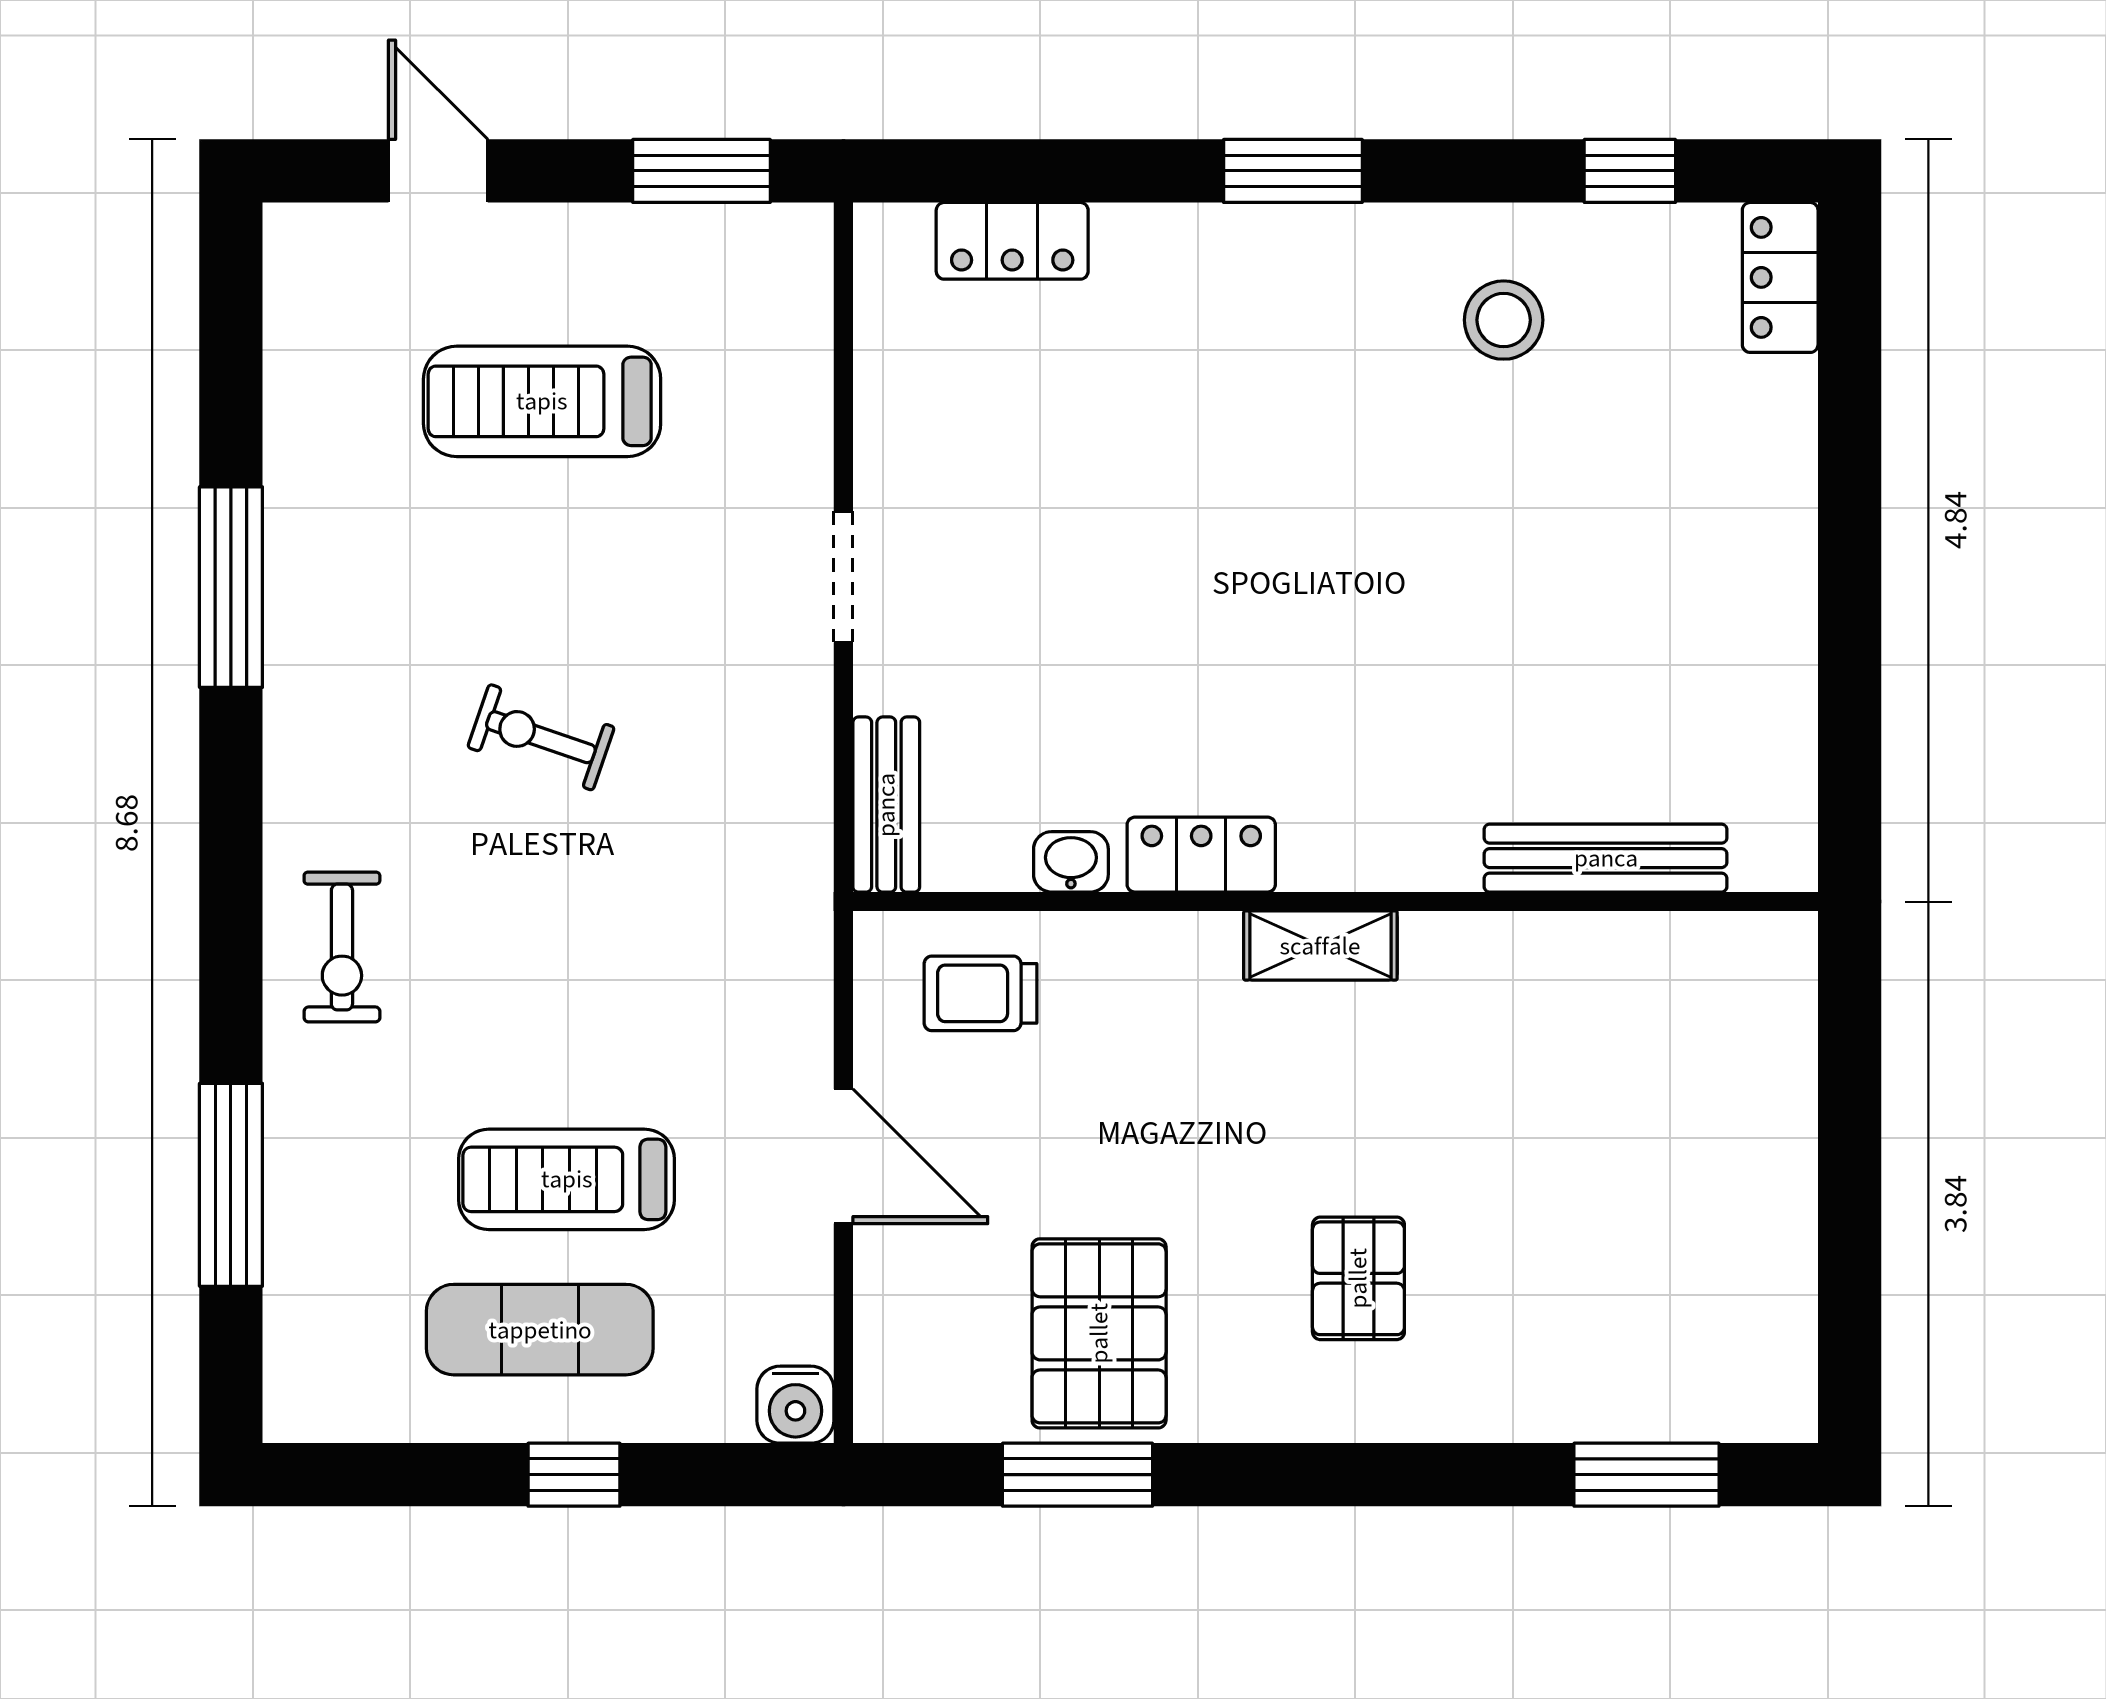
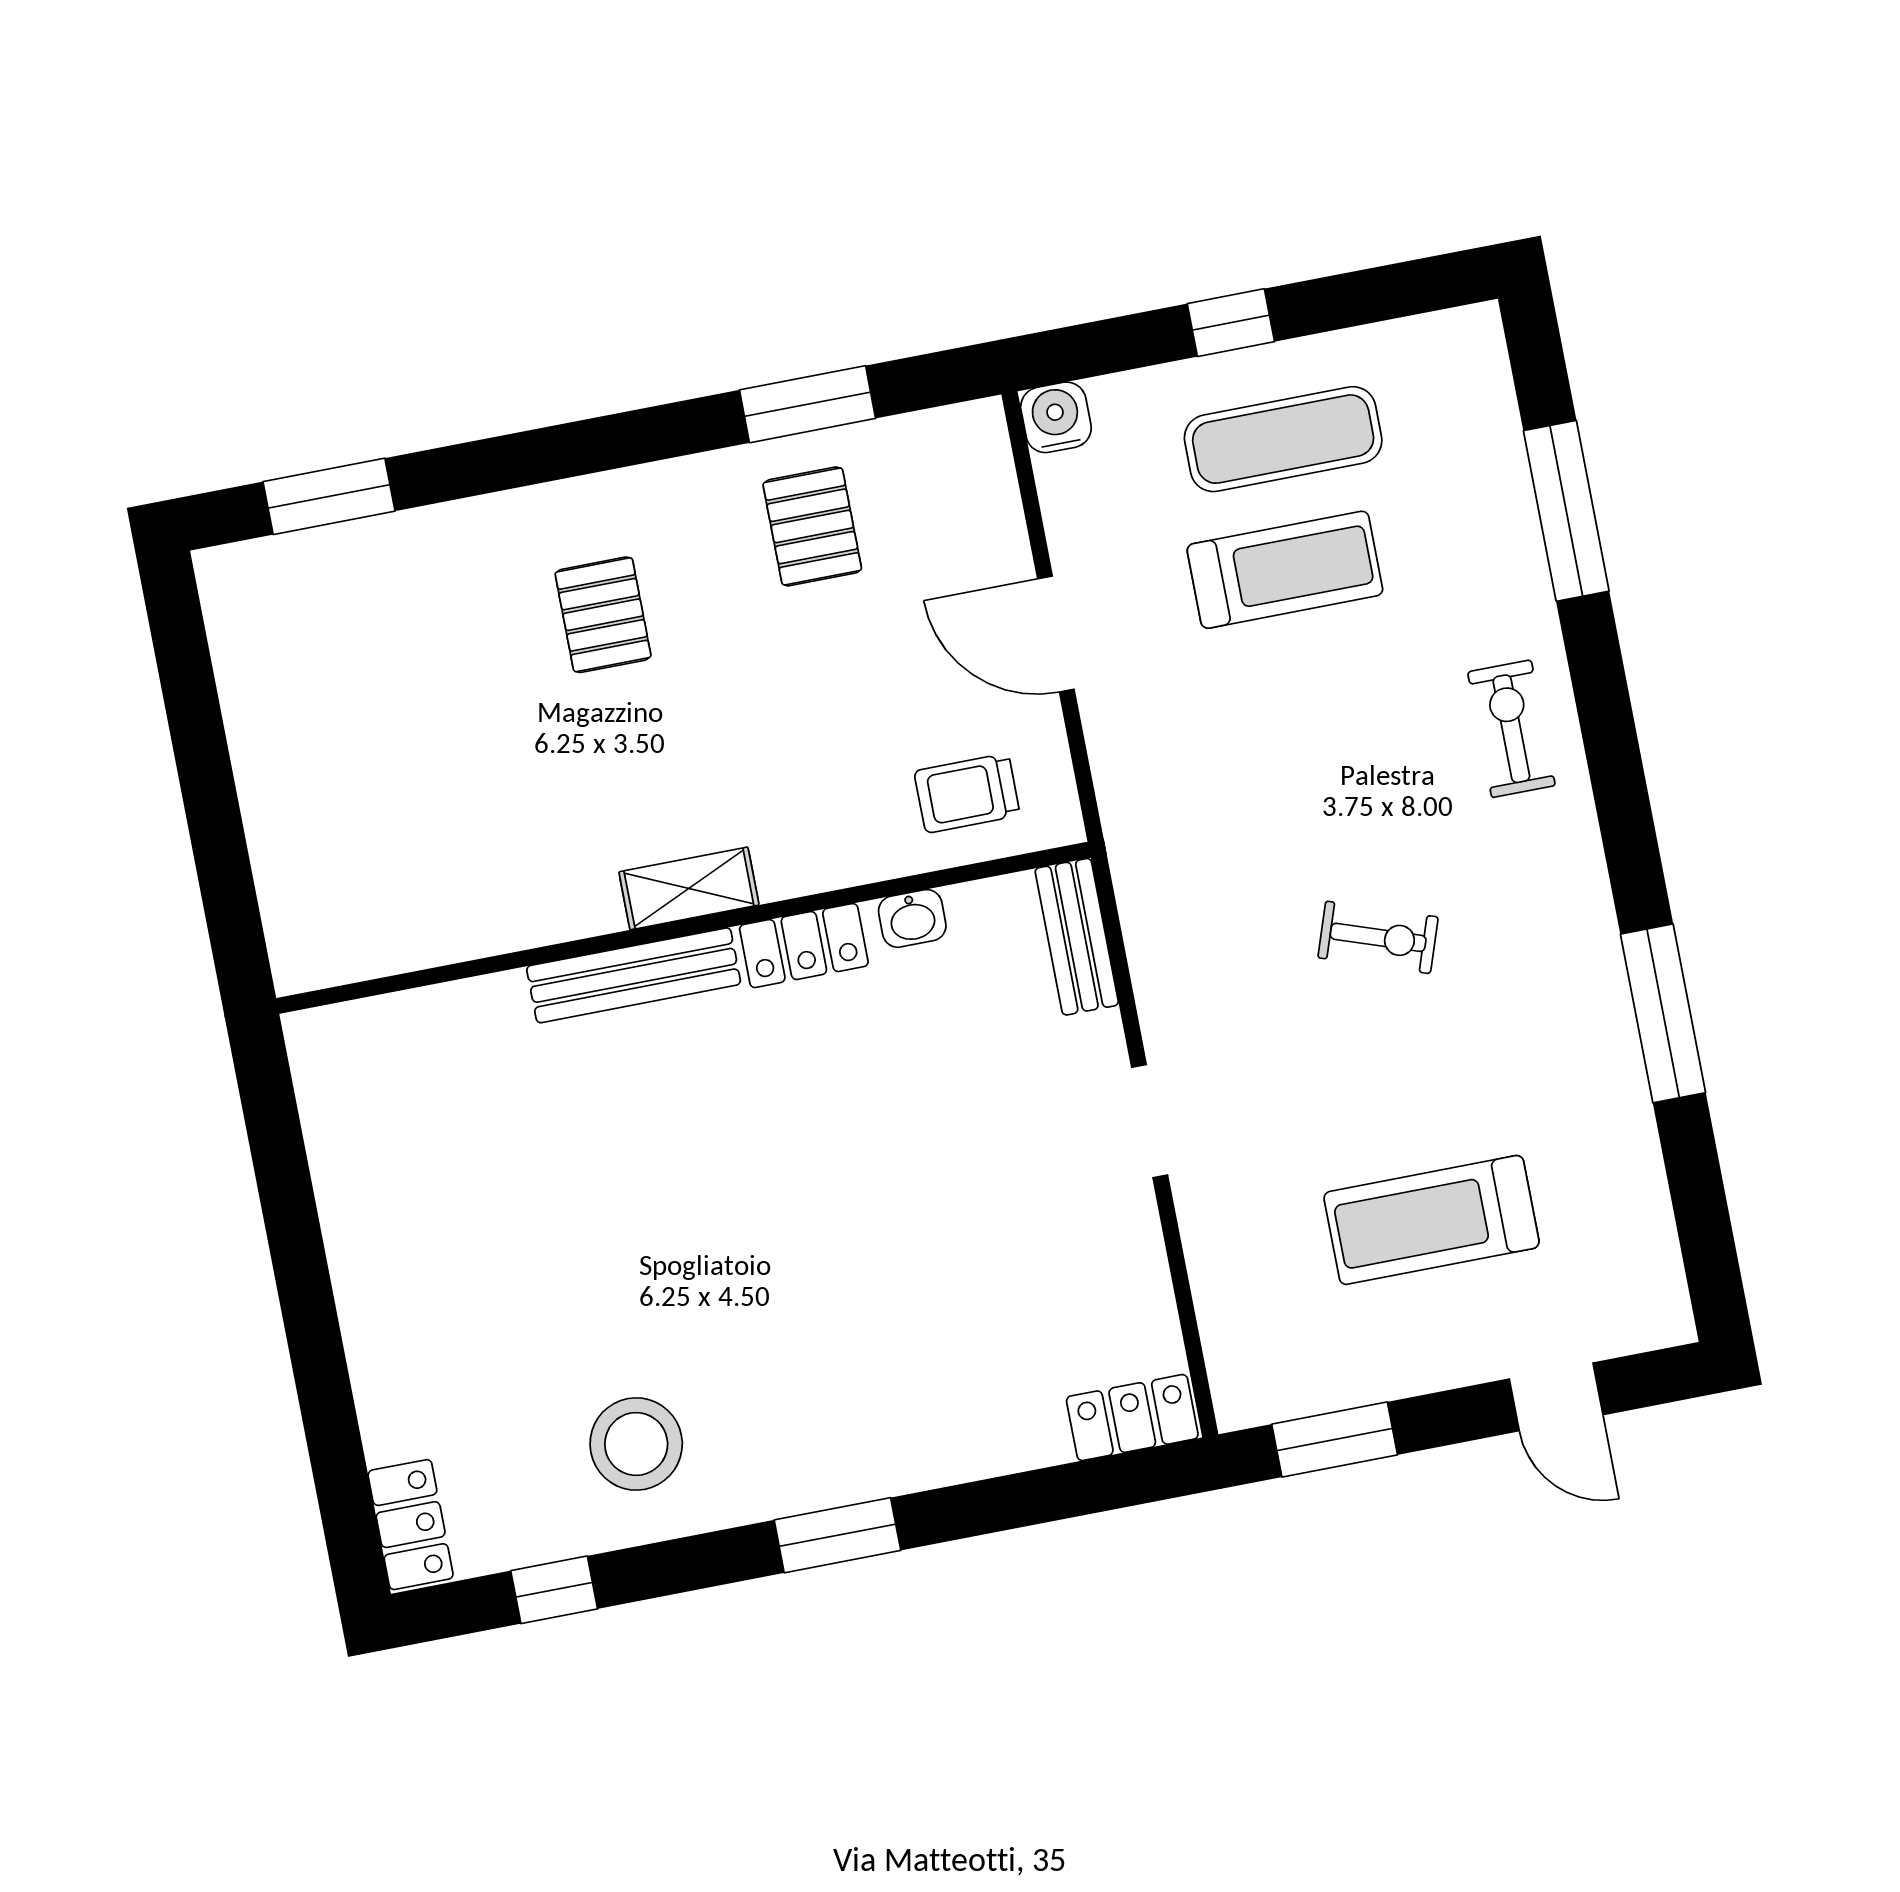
locker: (1012, 241) -> (1132, 1418), moved
stool: (1504, 320) -> (636, 1444), width x1.38, depth x1.38
treadmill: (542, 401) -> (1431, 1220), turned 180
bench: (1606, 858) -> (634, 975), moved
trolley: (980, 993) -> (967, 793), turned 180
pallet: (1099, 1333) -> (812, 526), width x0.67, depth x0.71

